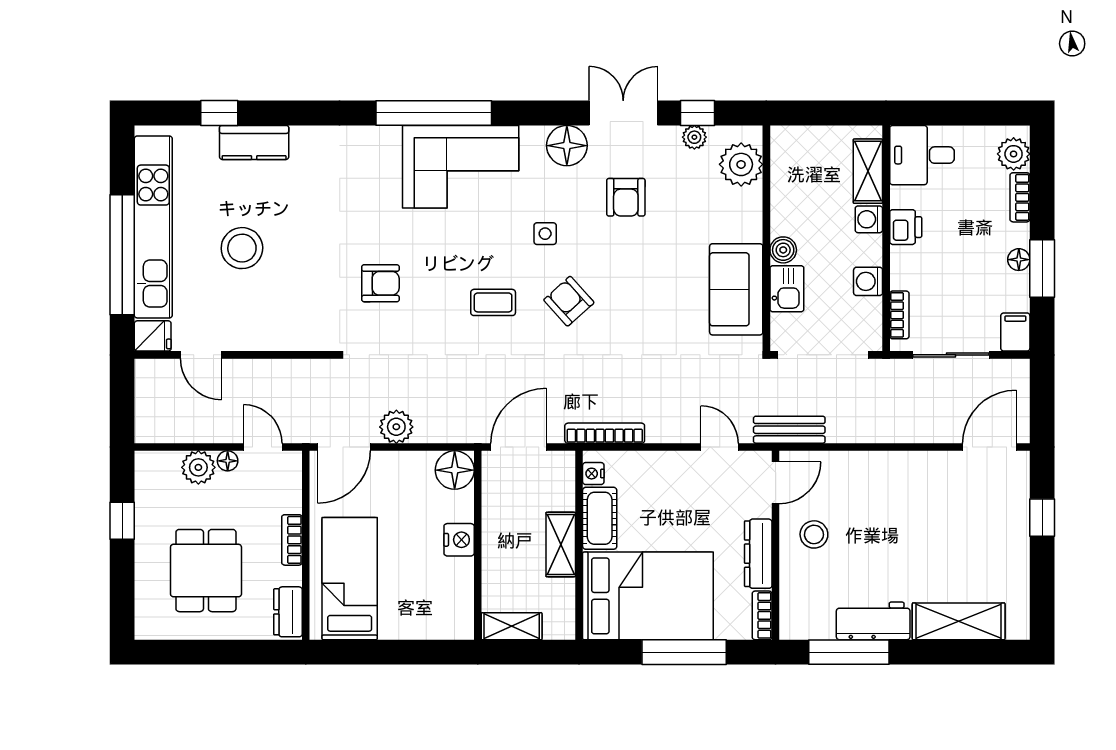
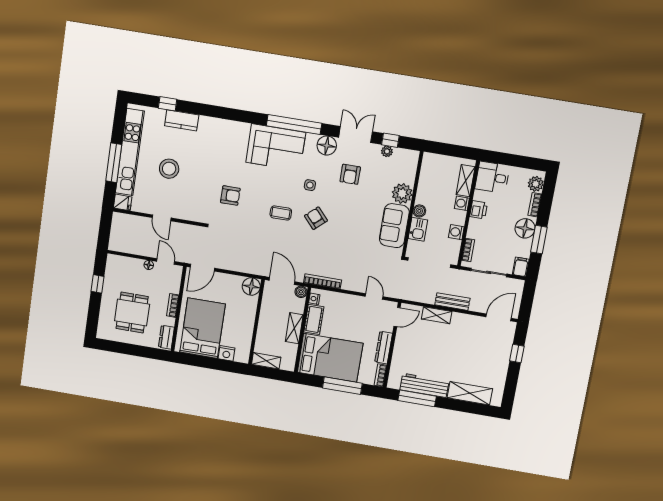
window: (434, 113) -> (294, 124), moved
plant: (741, 164) -> (402, 194), moved
window: (122, 255) -> (114, 163), width x0.68
floor lamp: (1019, 260) -> (525, 228), width x1.89, depth x1.89
door: (201, 355) -> (162, 218), moved
plant: (396, 427) -> (228, 262), removed
bench: (789, 430) -> (452, 302), moved
door: (518, 447) -> (282, 281), hinge flipped
boiler: (563, 463) -> (301, 292), added
shelving: (858, 464) -> (437, 315), added
plant: (198, 467) -> (135, 266), removed
stool: (814, 534) -> (411, 343), removed
nightstand: (459, 540) -> (226, 353), moved, turned 90
bed: (350, 579) -> (202, 328), width x1.50
workbench: (873, 621) -> (424, 385), width x1.38

